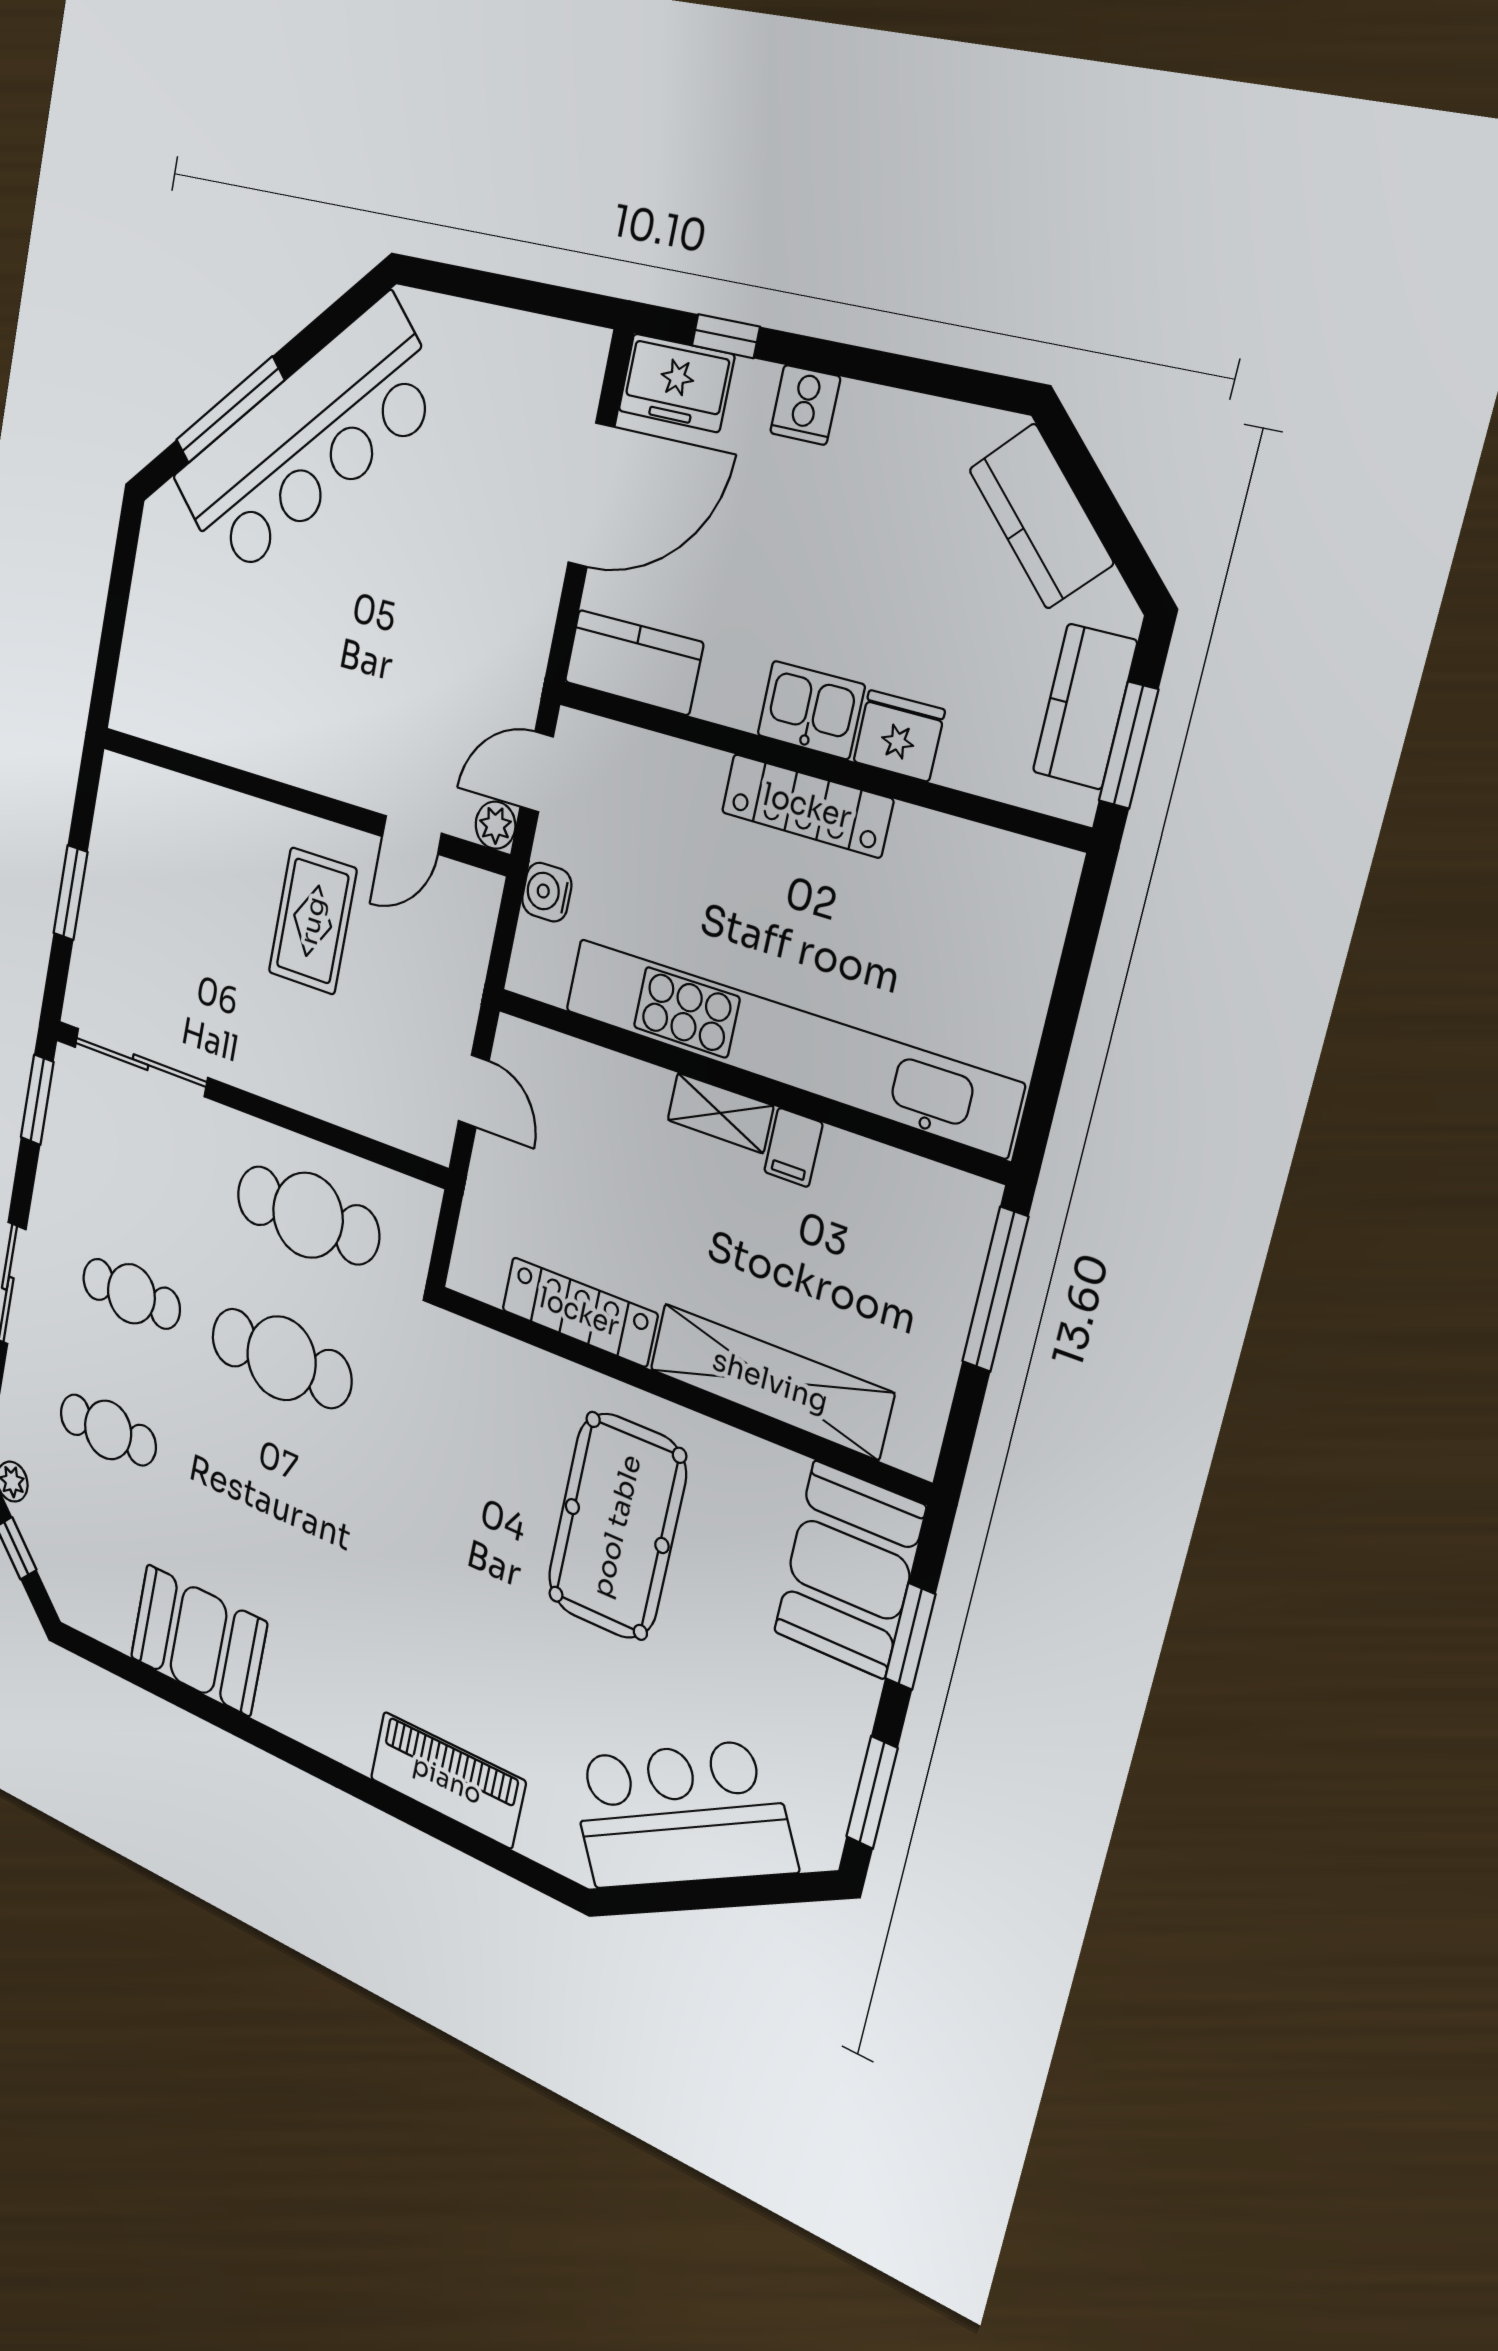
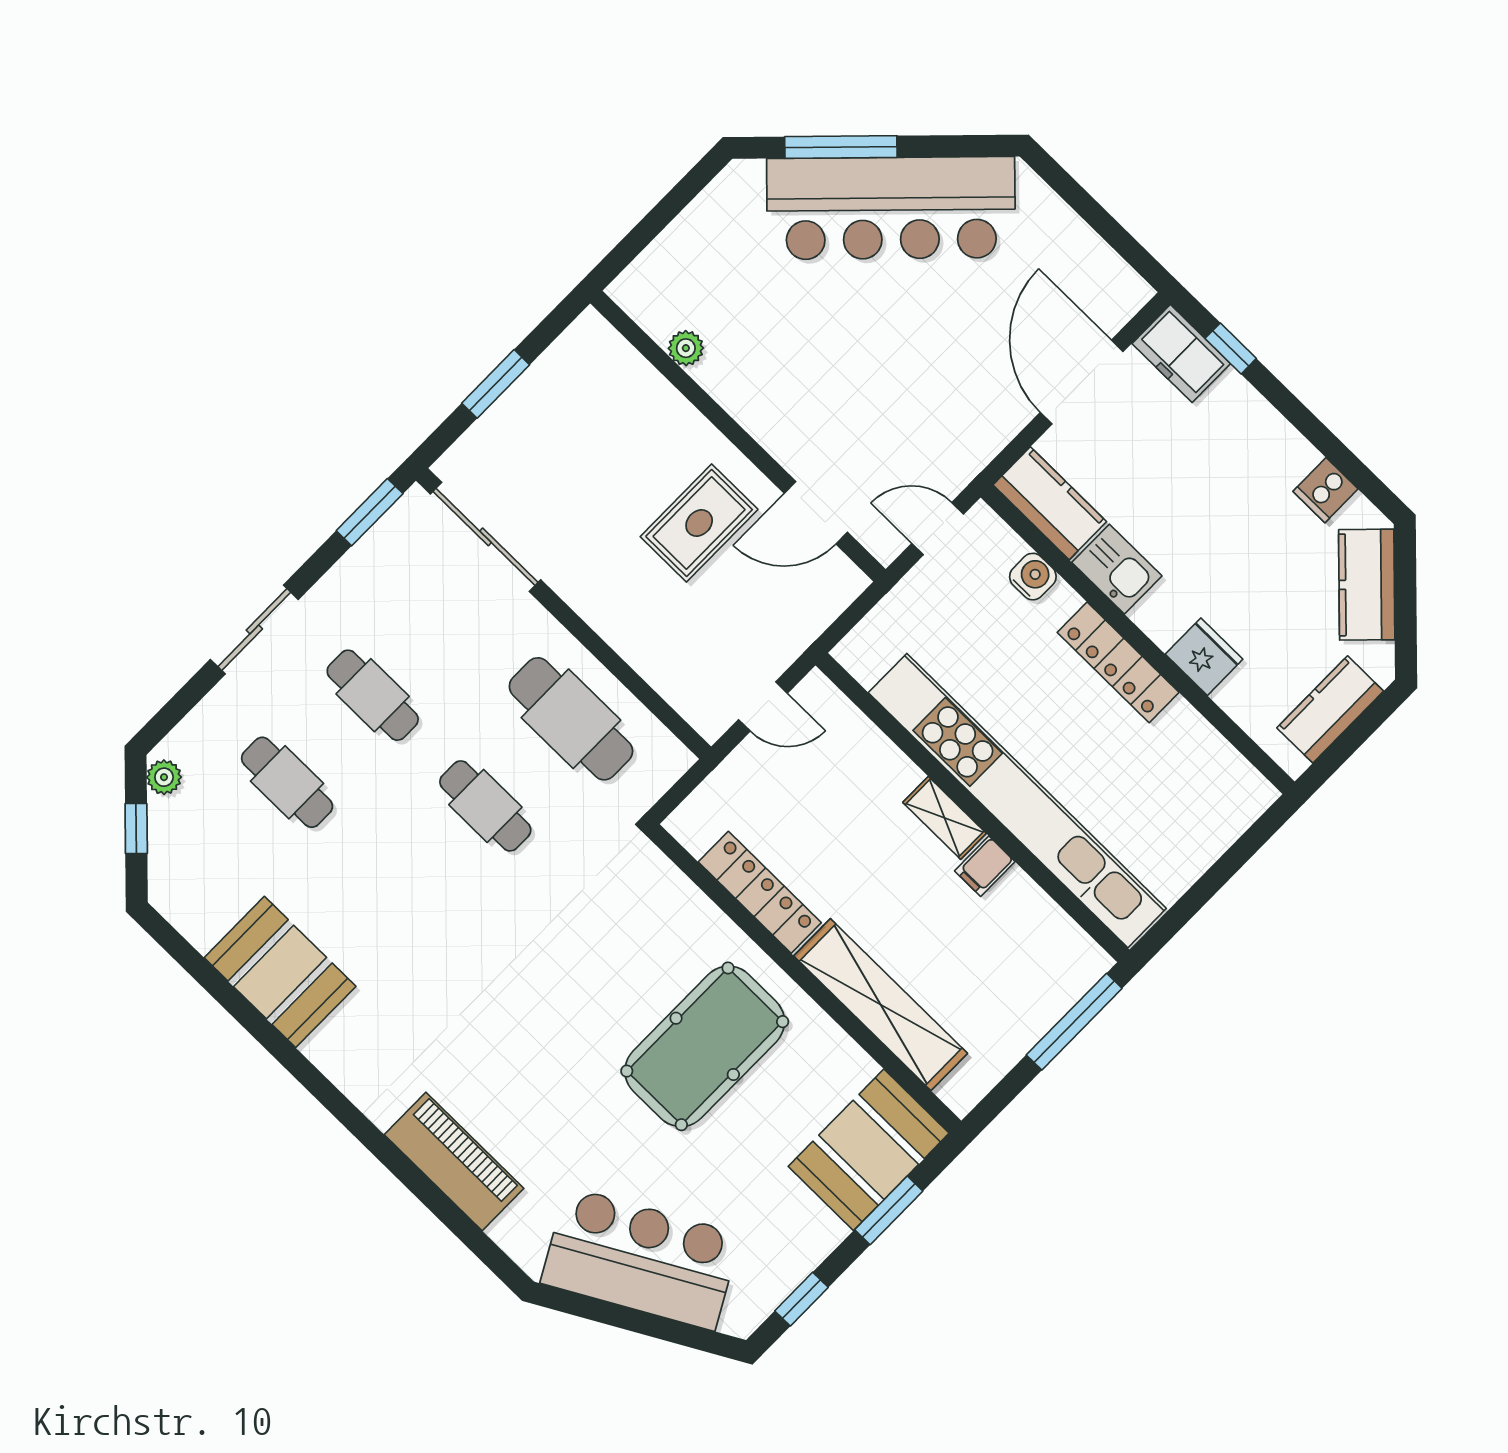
cooker: (805, 405) -> (1325, 490), moved
door: (591, 495) -> (1082, 382), swing flipped
kitchen sink: (811, 710) -> (1117, 569), moved
window: (1129, 745) -> (1344, 747), removed
plant: (495, 825) -> (686, 348), moved
door: (412, 835) -> (816, 513), width x1.37
water cooler: (547, 892) -> (1033, 577), moved, turned 90
door: (474, 1091) -> (763, 706), hinge flipped
cafe table: (281, 1358) -> (485, 806), width x0.73, depth x0.74
window: (872, 1792) -> (802, 1299), width x0.67

